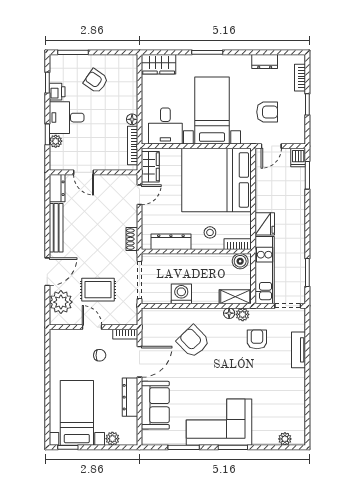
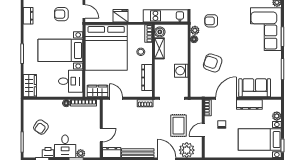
armchair: (267, 112) -> (61, 14), turned -90
fridge: (265, 224) -> (121, 16), moved
shelving: (235, 297) -> (159, 48), moved
armchair: (193, 341) -> (213, 63), turned 63
door: (140, 362) -> (226, 98), hinge flipped
corner sofa: (219, 422) -> (266, 29), moved

